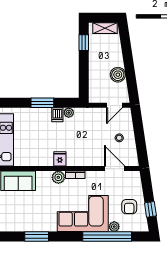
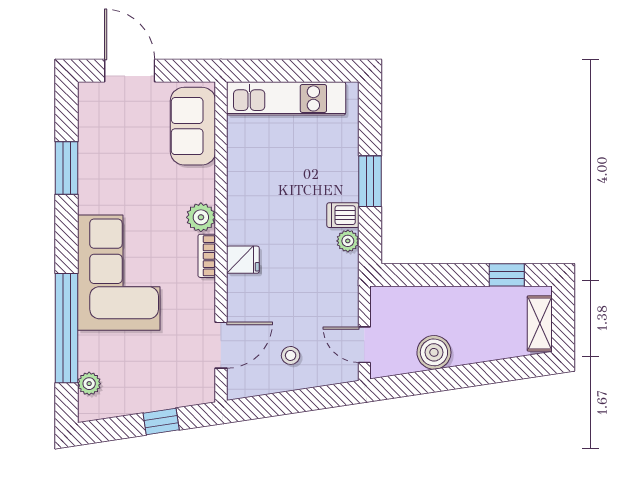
fridge: (60, 159) -> (243, 260), moved
armchair: (129, 207) -> (134, 378), removed
window: (150, 209) -> (161, 422), moved
plant: (114, 227) -> (89, 384), moved

